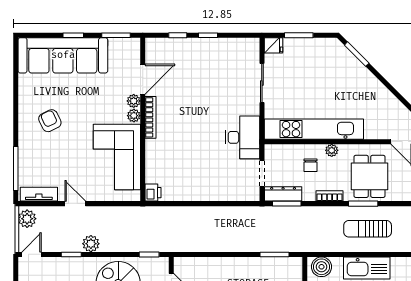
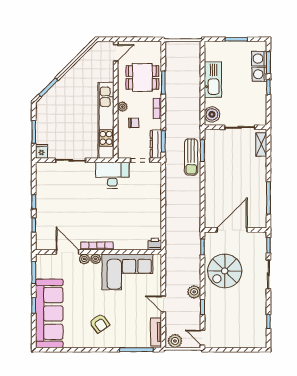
armchair: (50, 121) -> (100, 323), turned -100
door: (75, 204) -> (163, 304), hinge flipped
sun lounger: (368, 229) -> (191, 157), moved

